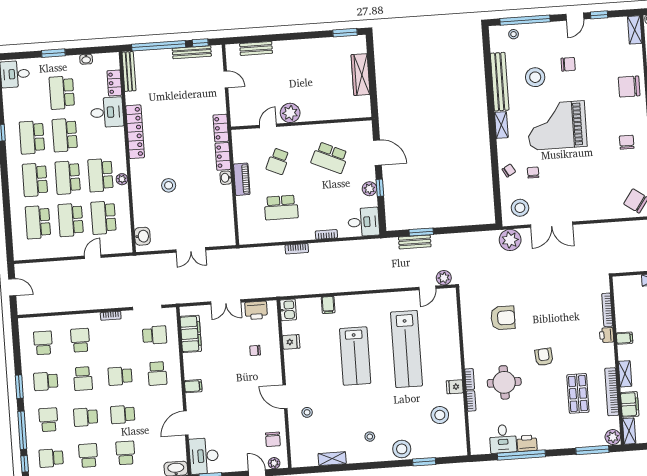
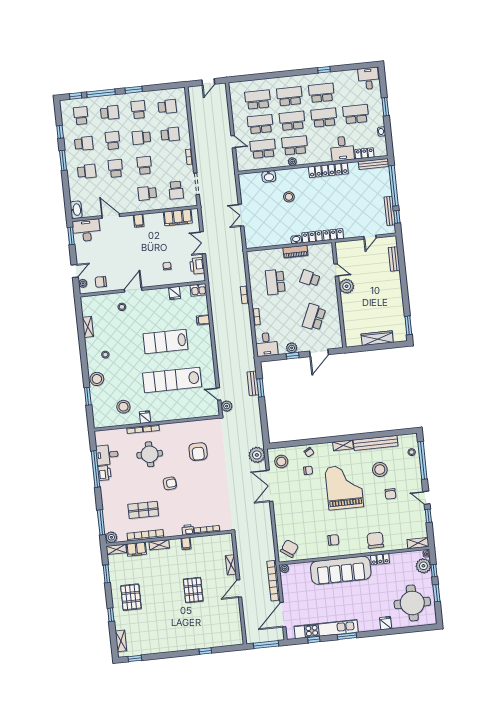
washbasin: (142, 236) -> (269, 176), moved

